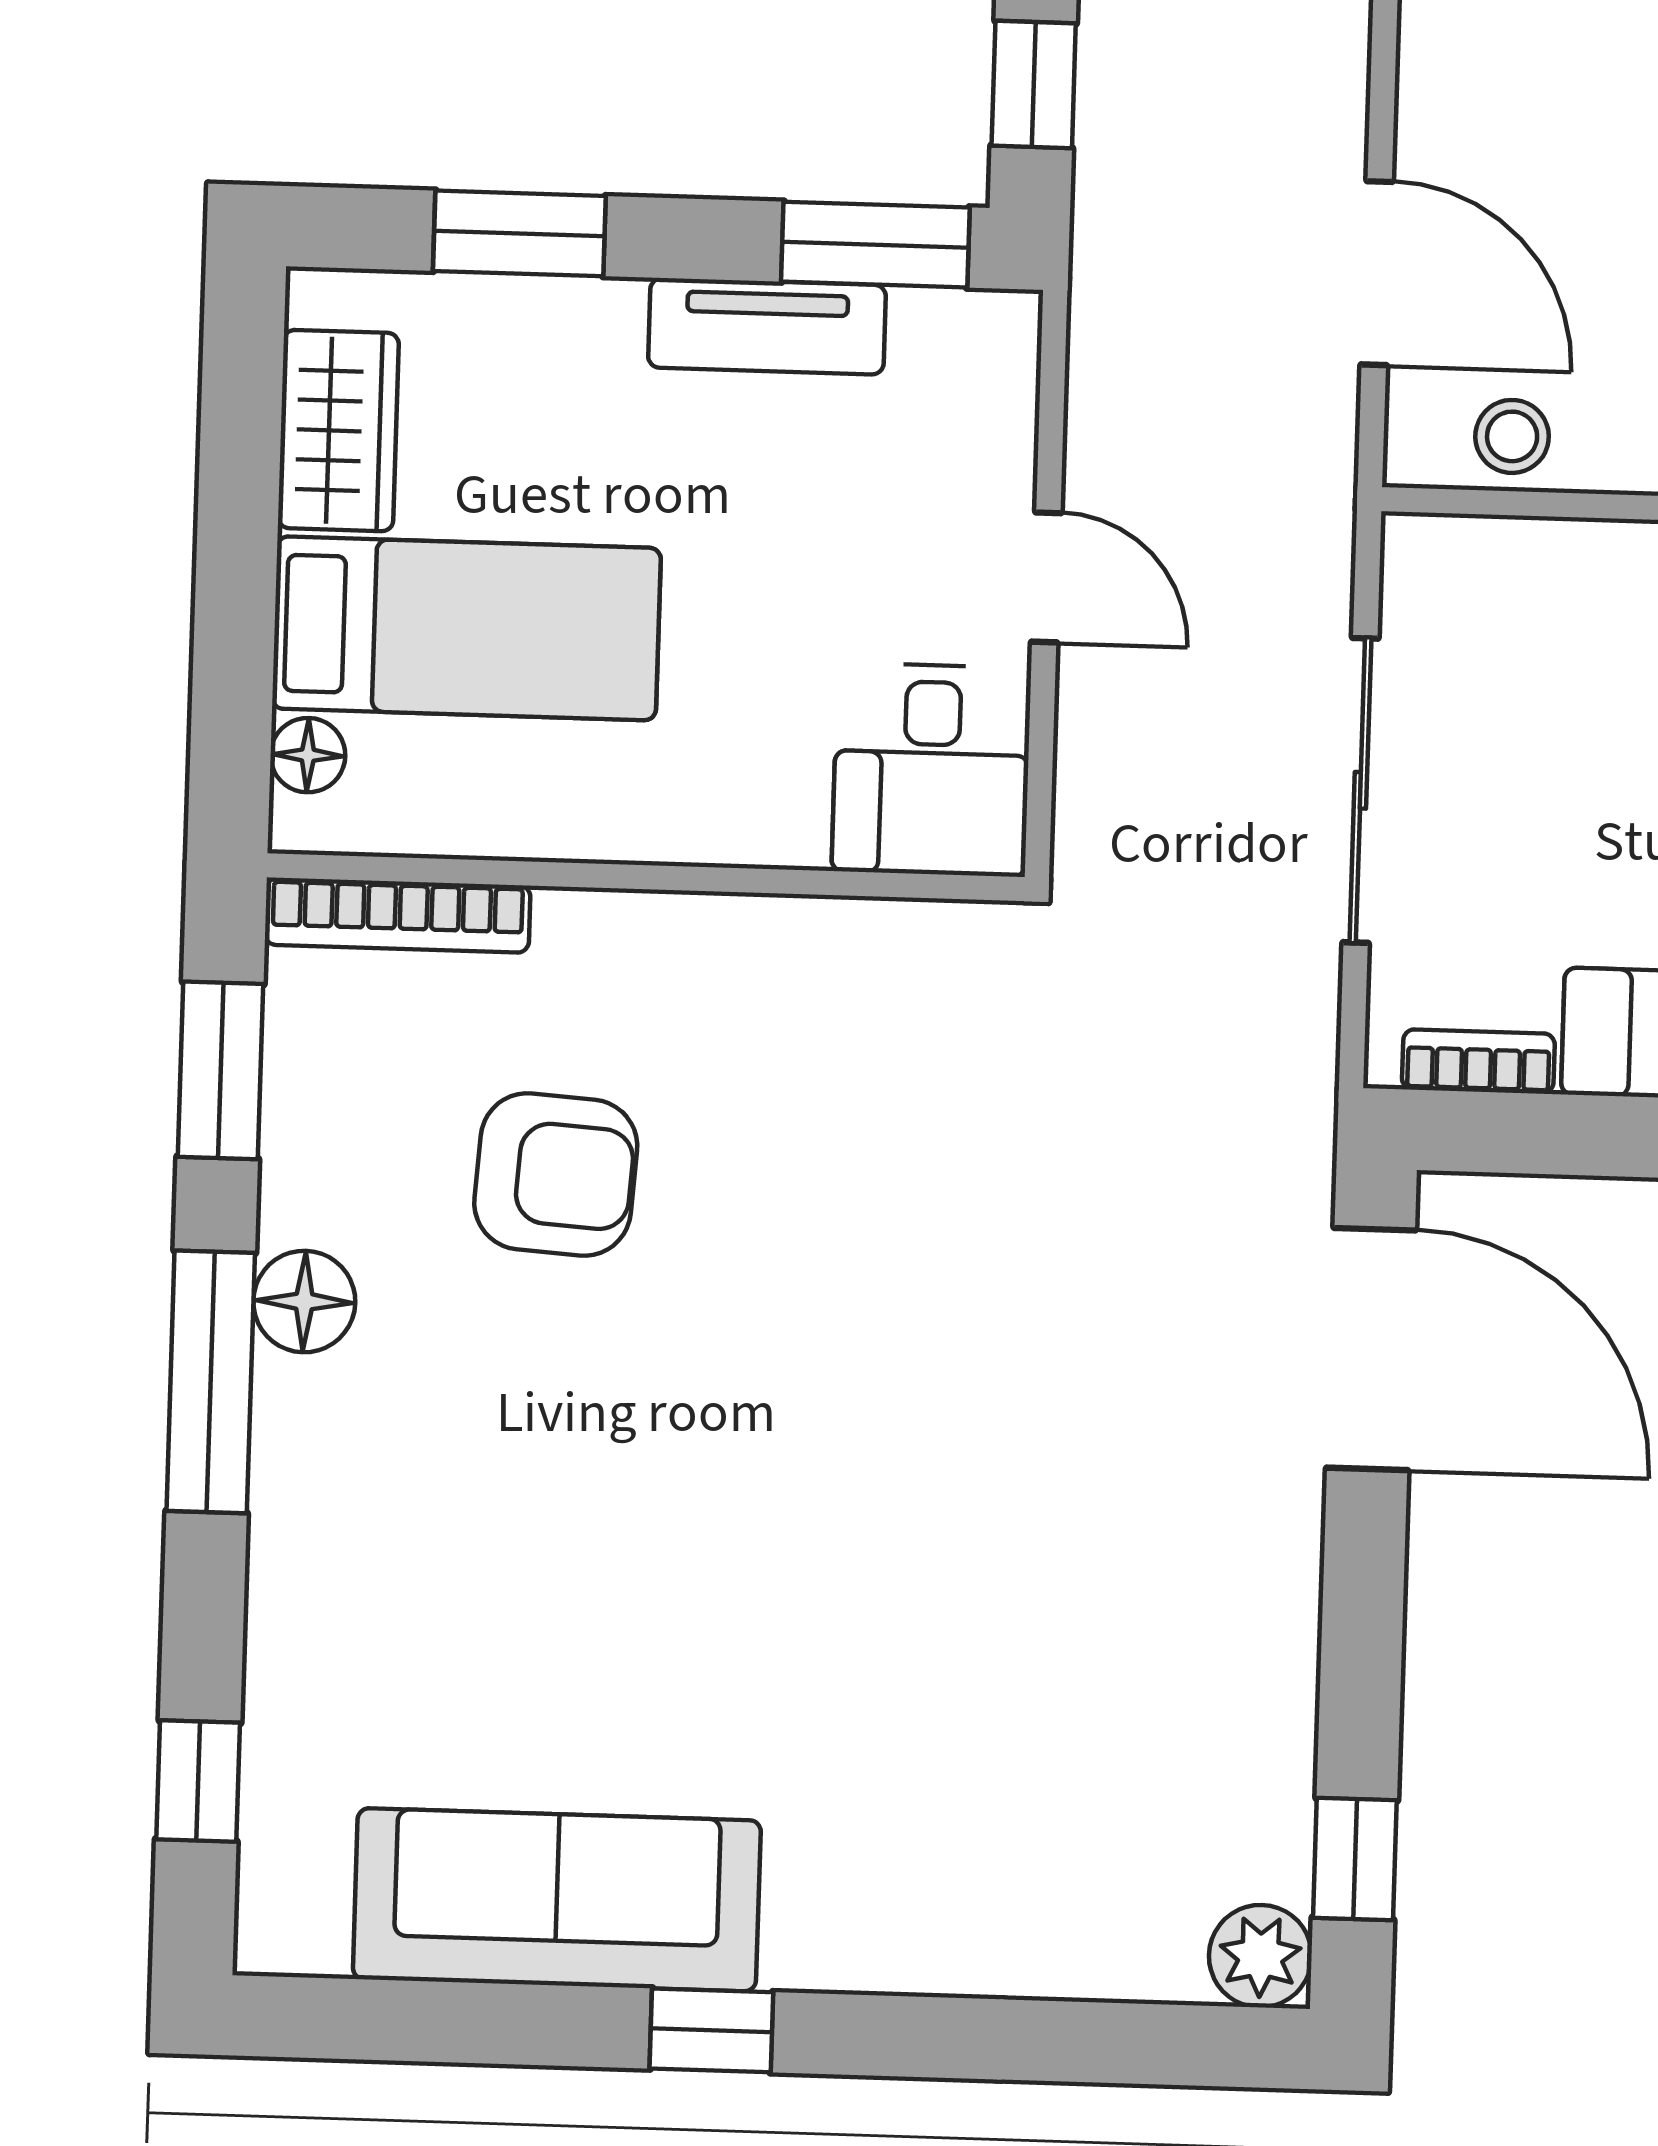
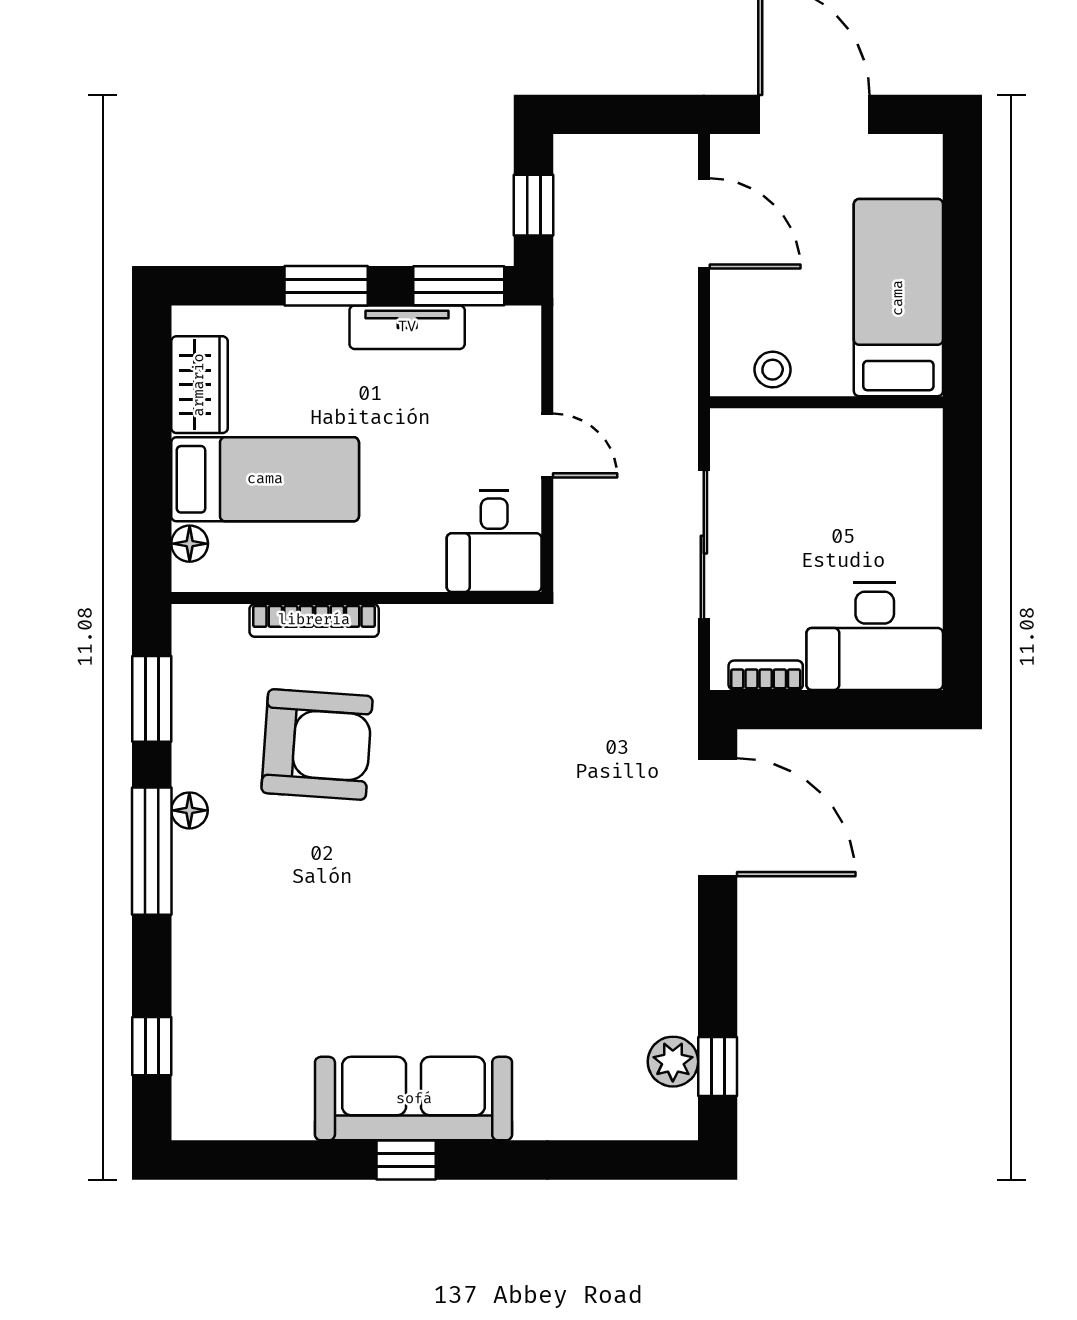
window: (519, 233) -> (326, 286), moved
door: (1377, 273) -> (704, 223), moved
bookcase: (398, 915) -> (314, 620), moved
armchair: (556, 1174) -> (317, 745), width x1.36, depth x1.36
floor lamp: (304, 1302) -> (189, 810), width x0.73, depth x0.73
sofa: (557, 1900) -> (414, 1099), moved
plant: (1260, 1956) -> (673, 1062), moved

